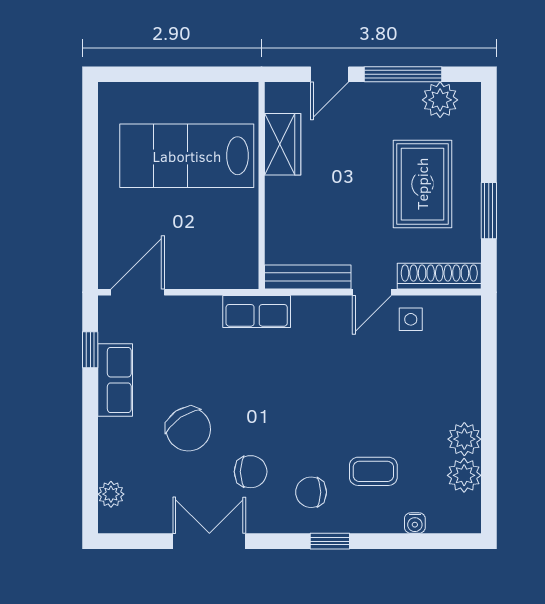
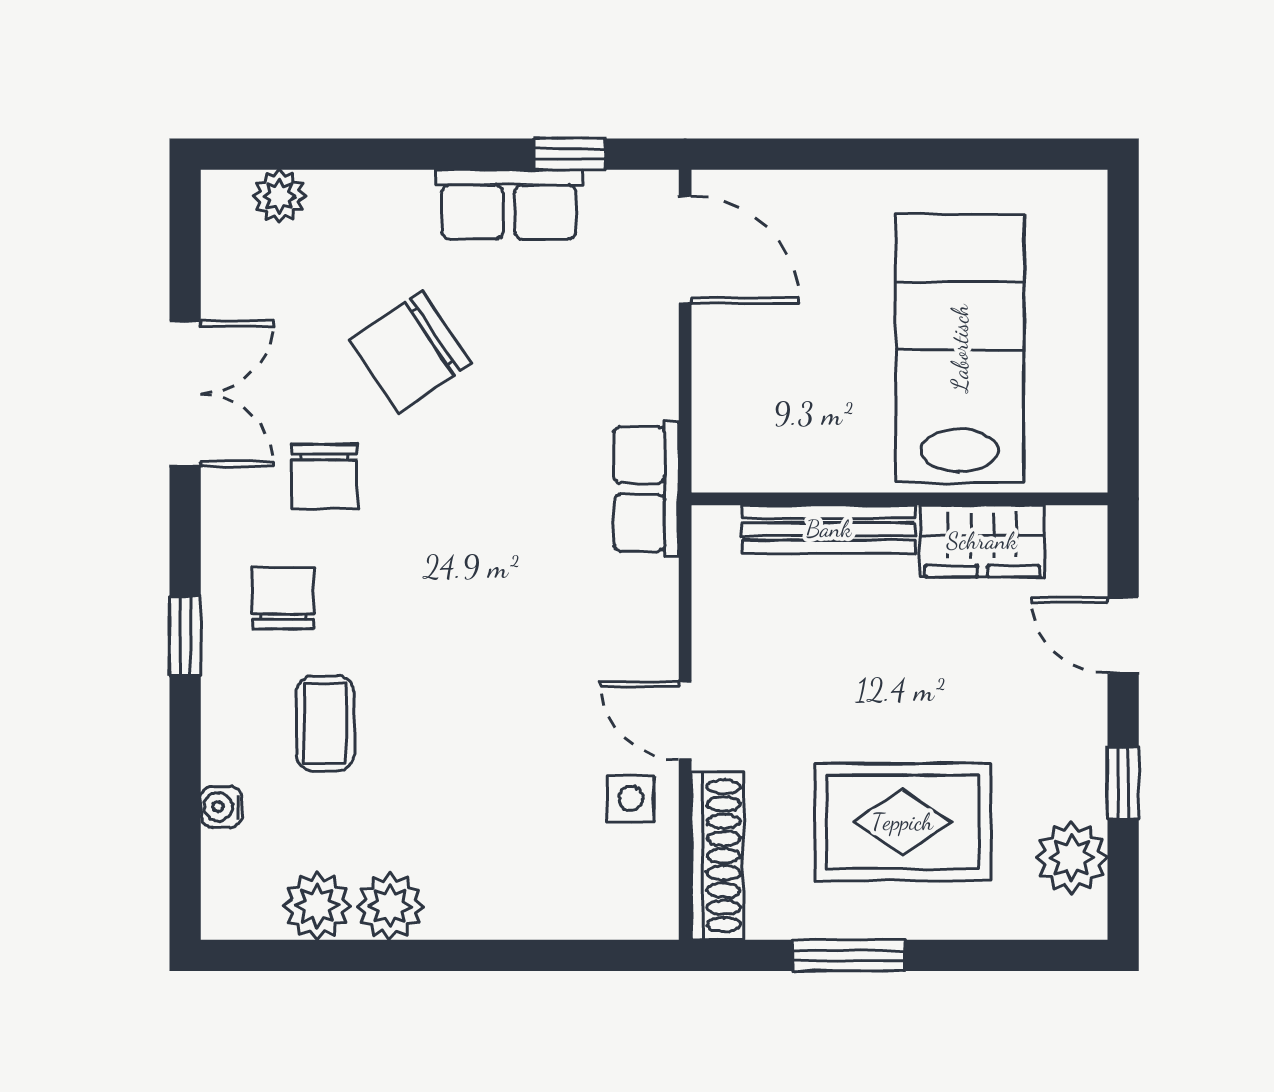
window: (403, 74) -> (1123, 783), width x0.46
bench: (308, 277) -> (829, 529), moved, turned 90

